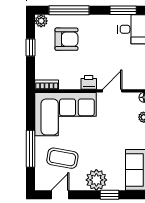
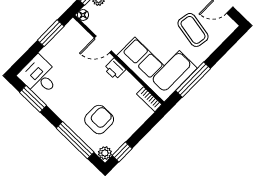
armchair: (66, 39) -> (99, 120), turned 90
window: (31, 47) -> (122, 152), moved
window: (31, 149) -> (193, 80), moved

